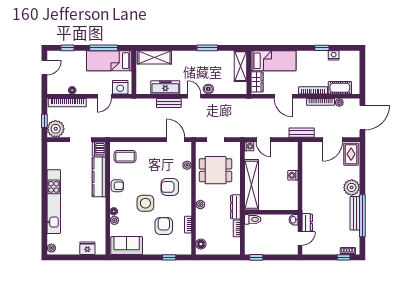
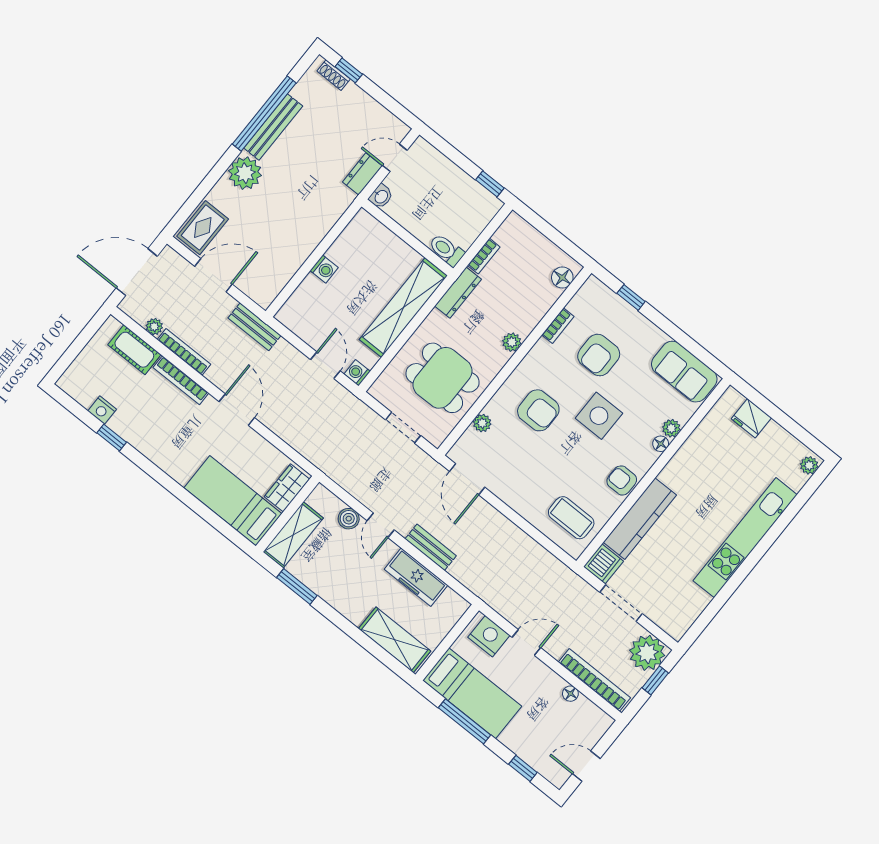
bed: (273, 61) -> (233, 501), moved
shelving: (241, 66) -> (293, 535), moved
wall: (249, 72) -> (288, 514), moved
wardrobe: (257, 82) -> (287, 488), moved

